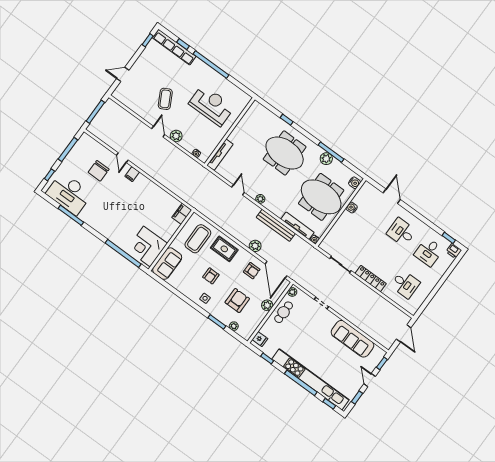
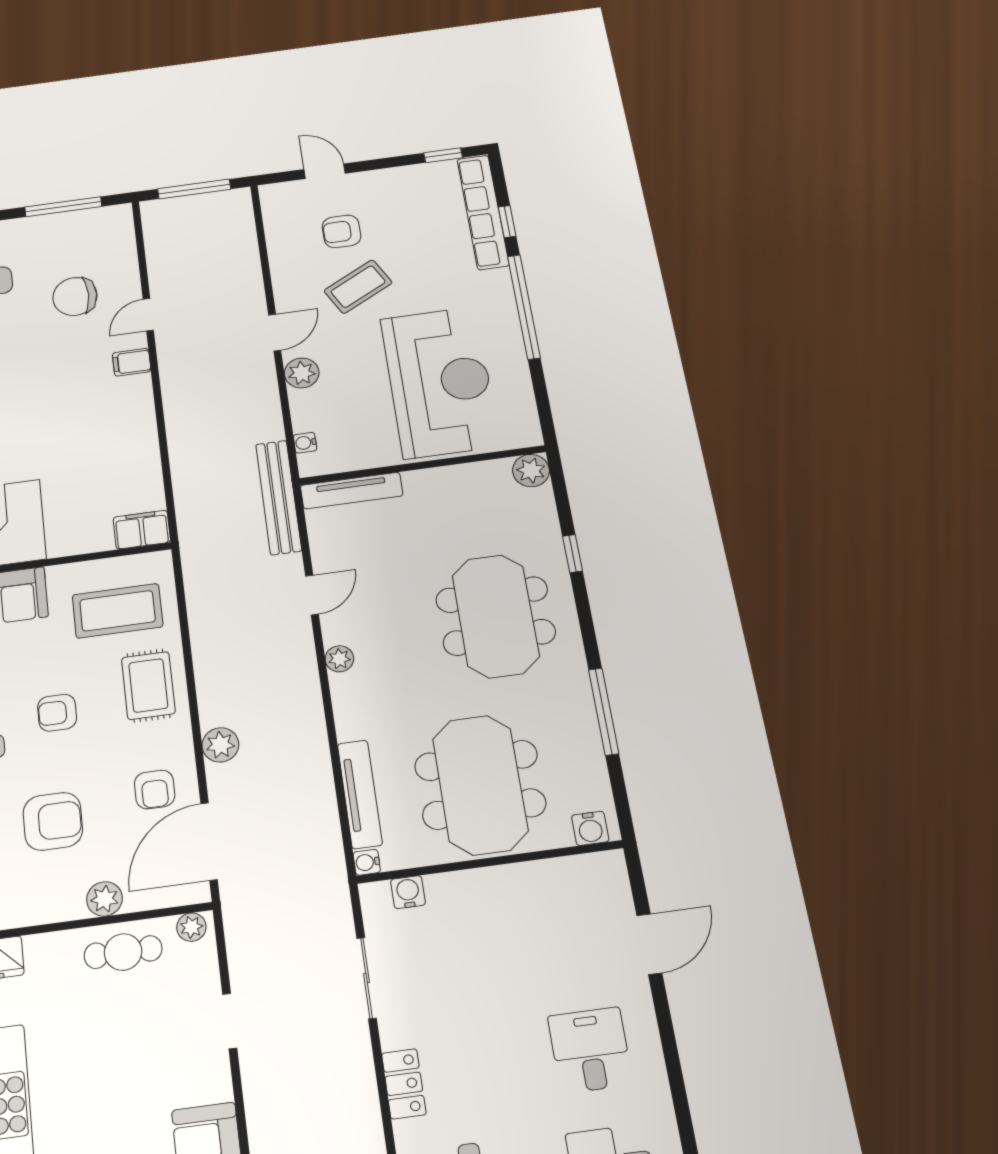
armchair: (145, 87) -> (341, 231), added
reception desk: (212, 105) -> (440, 382), width x1.36, depth x1.30
plant: (326, 159) -> (531, 471), moved
water cooler: (352, 208) -> (408, 892), moved
bench: (276, 225) -> (279, 497), moved
locker: (371, 279) -> (404, 1084), width x0.66

